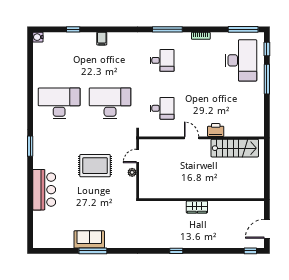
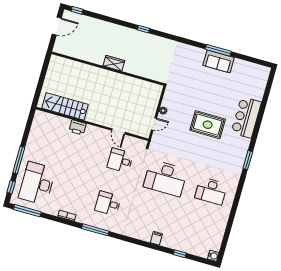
desk: (59, 103) -> (211, 191), width x0.73, depth x0.77
door: (192, 138) -> (118, 131), moved
rug: (95, 166) -> (208, 125), moved

